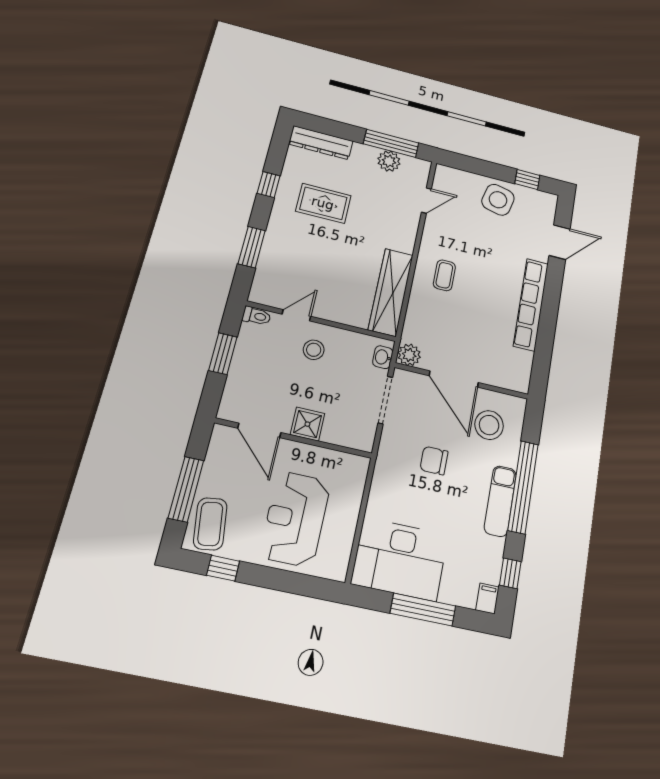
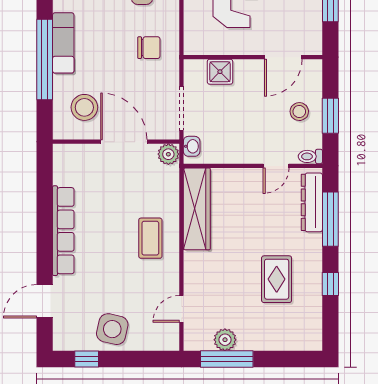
dresser: (321, 143) -> (312, 202), moved, turned -90
rug: (323, 203) -> (277, 279), turned 90
window: (252, 247) -> (330, 219), width x1.44
coffee table: (444, 275) -> (150, 238), width x1.36, depth x1.30
stool: (314, 350) -> (299, 112), moved
shower: (307, 424) -> (220, 72), moved
door: (259, 430) -> (283, 57), swing flipped
chair: (434, 461) -> (149, 48), moved

